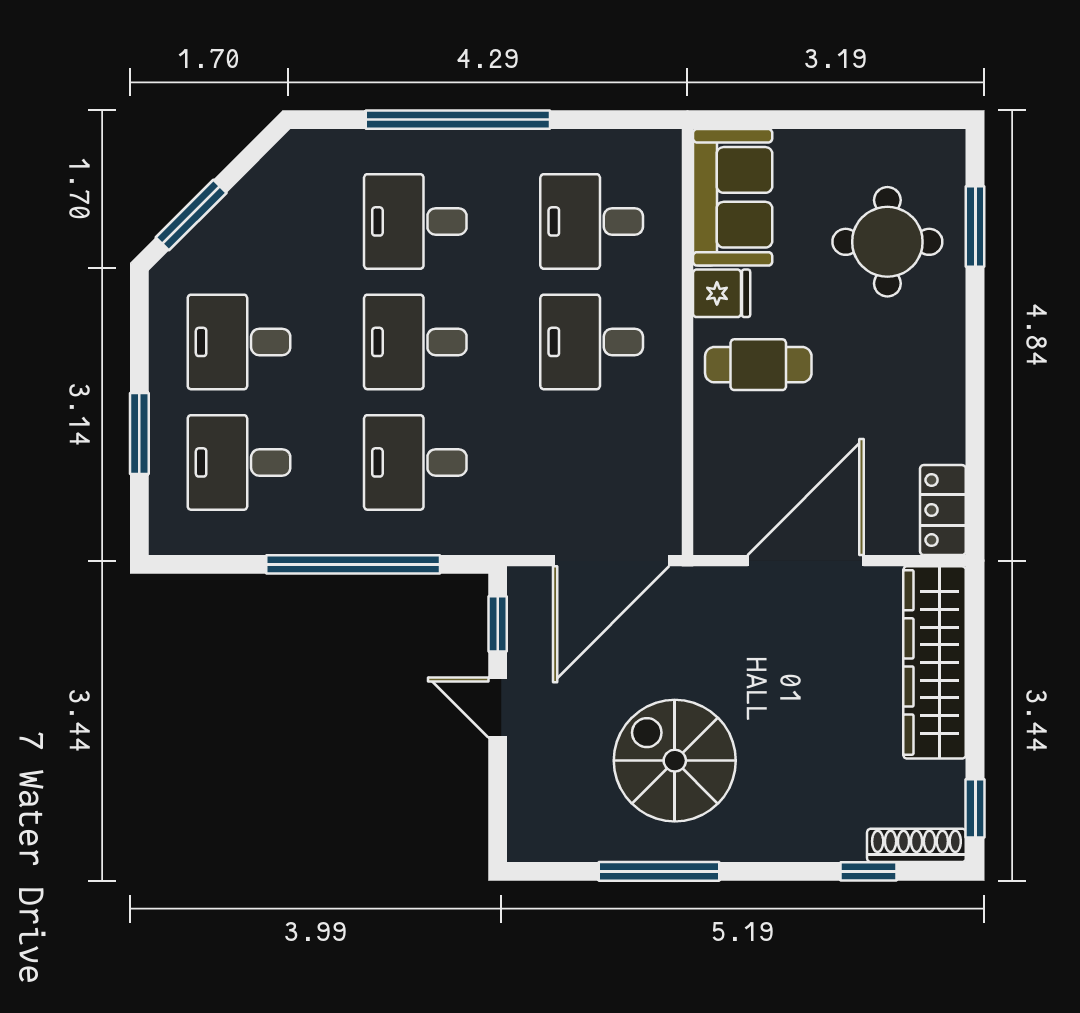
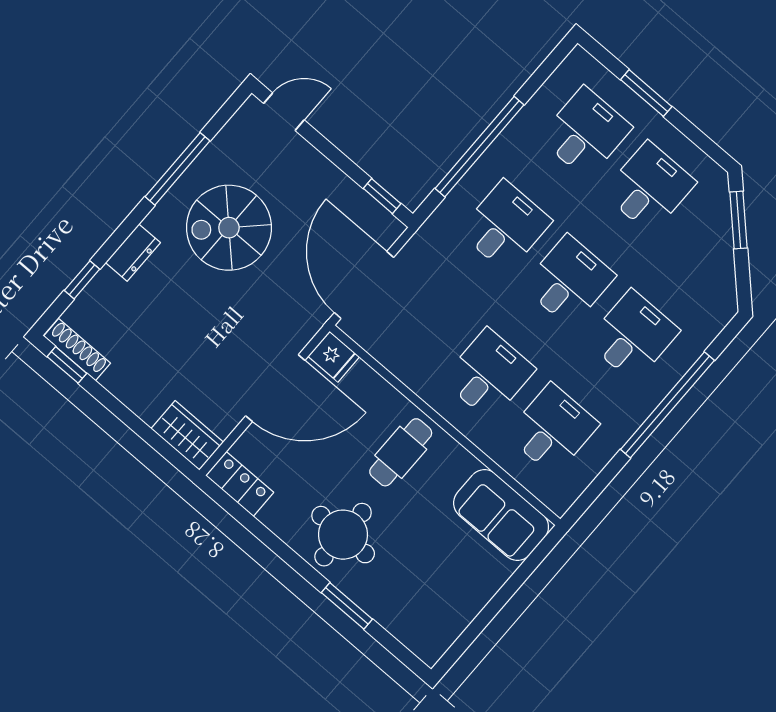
window: (975, 226) -> (347, 606), moved
round table: (887, 242) -> (343, 535), moved
fridge: (722, 293) -> (334, 357), moved, turned -90
door: (806, 561) -> (275, 388), hinge flipped
wardrobe: (935, 662) -> (187, 435), width x0.48, depth x0.85
door: (498, 708) -> (284, 112), moved
spiral stairs: (675, 761) -> (229, 228), turned 180
dresser: (791, 842) -> (133, 253), added
shoe rack: (916, 845) -> (77, 350), moved, turned -90

